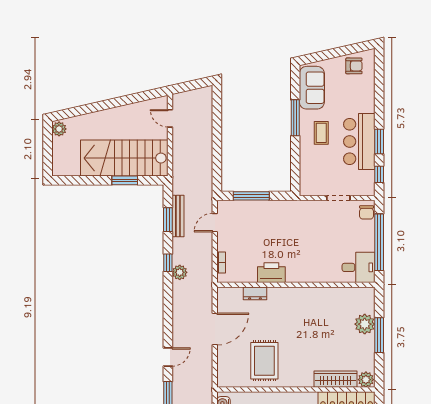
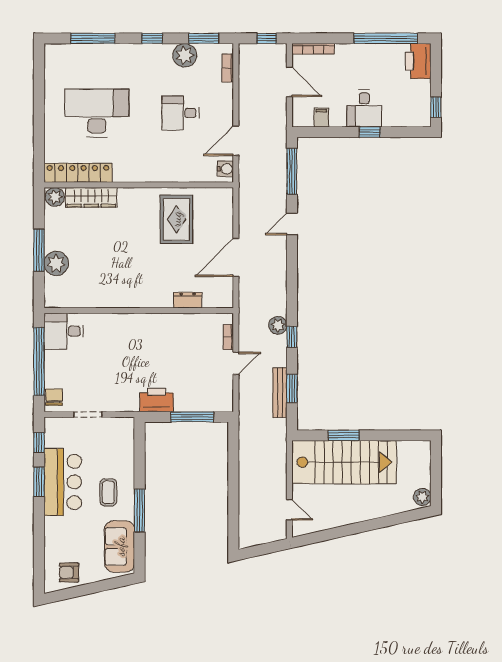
door: (215, 223) -> (236, 363), moved
printer: (271, 273) -> (157, 400), moved, turned 180

